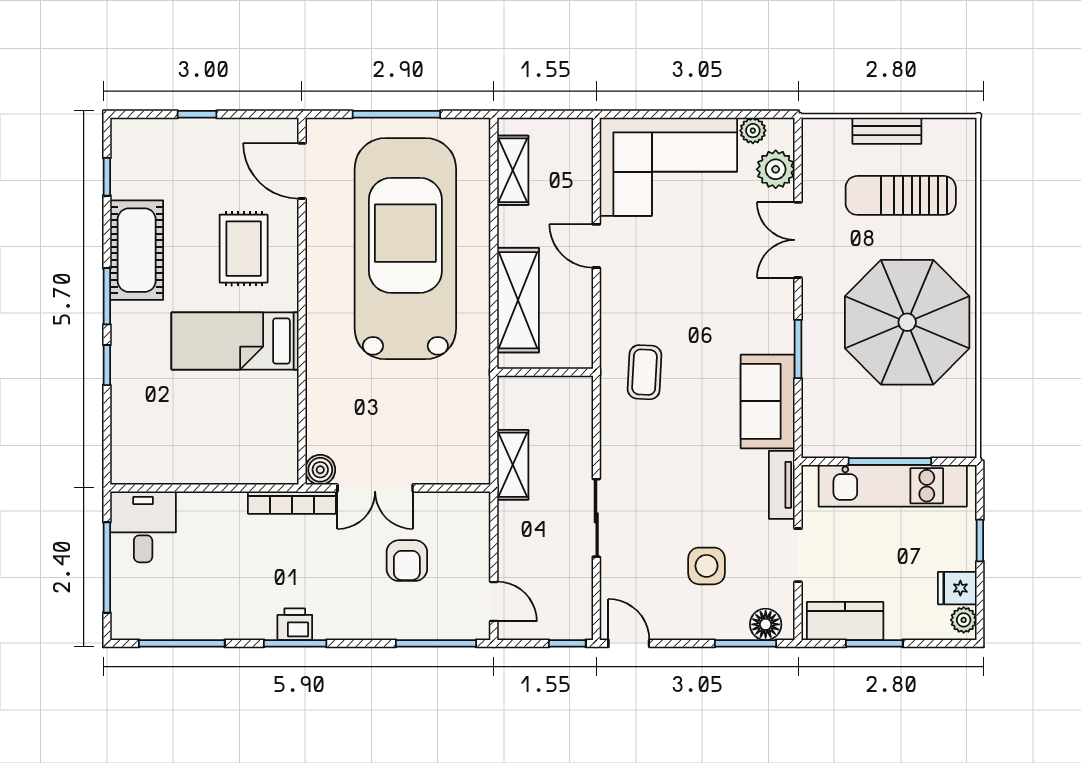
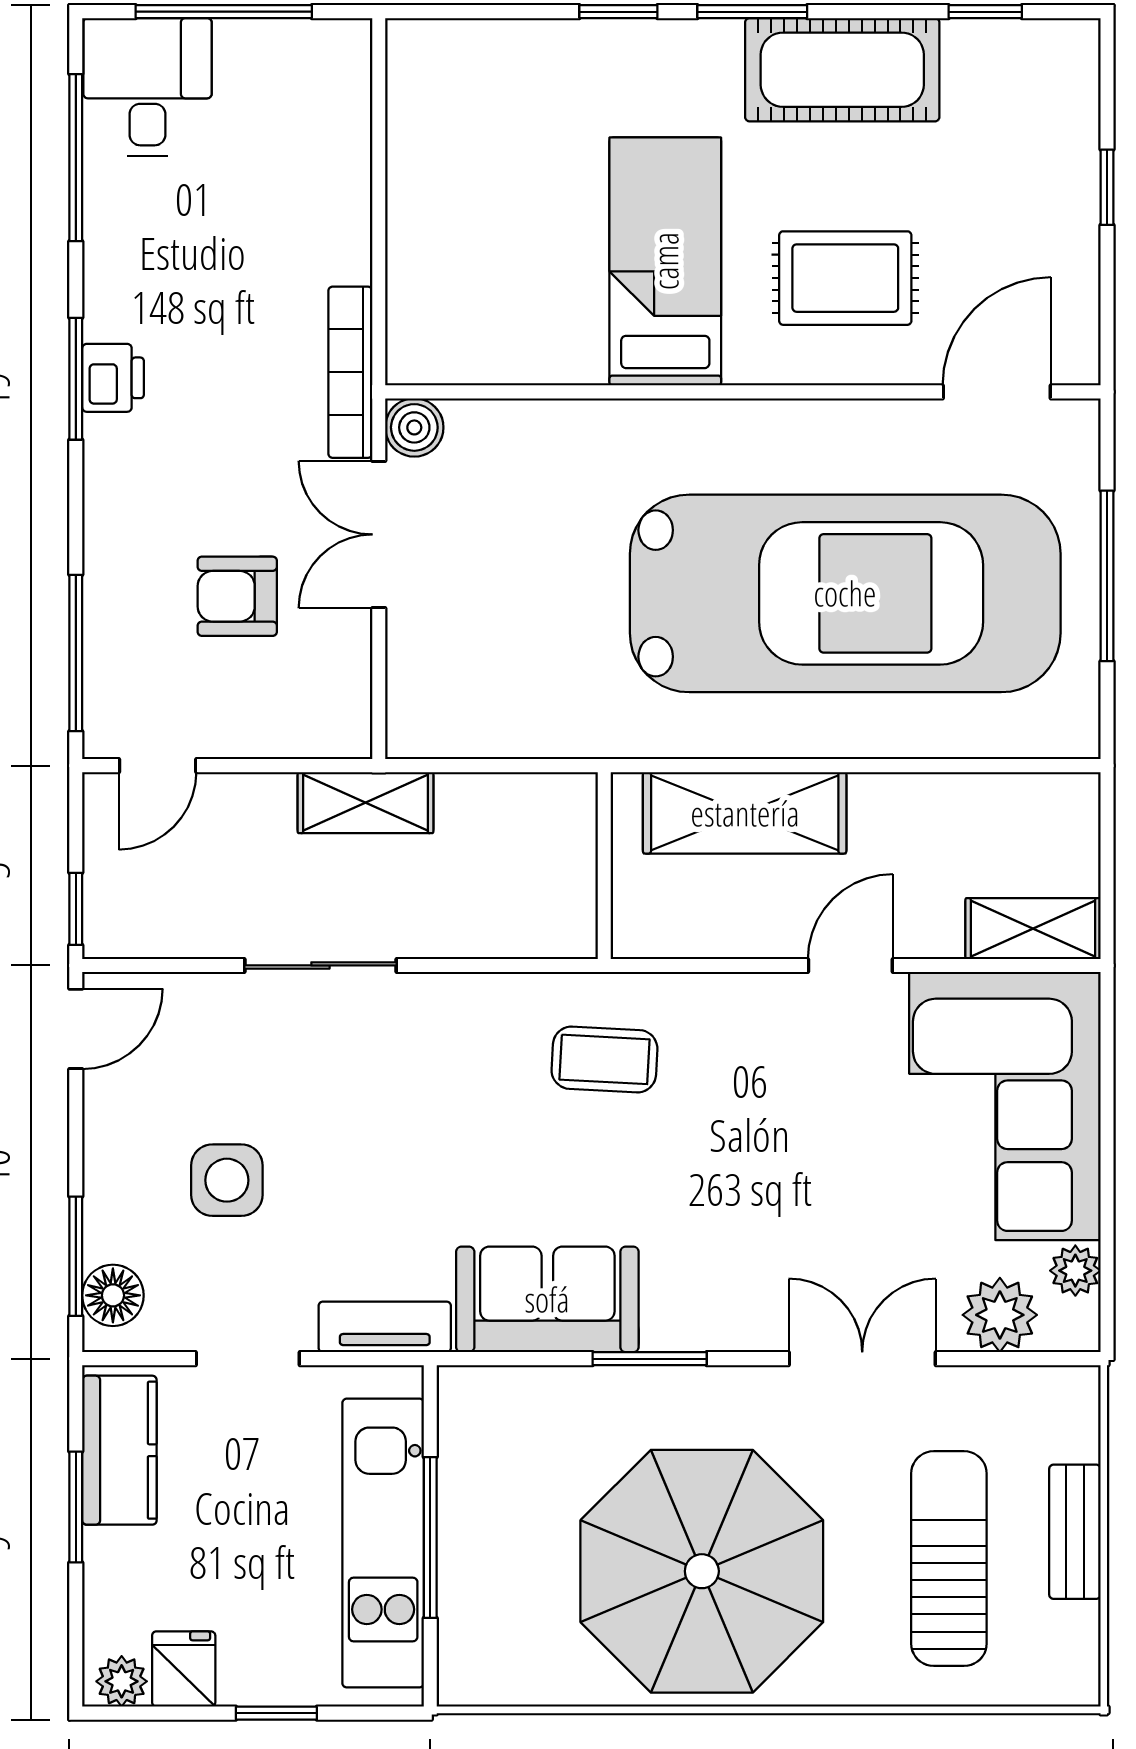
shelving: (513, 170) -> (1033, 929), moved
shelving: (513, 465) -> (365, 803), moved
desk: (143, 527) -> (147, 87), moved, turned -90

